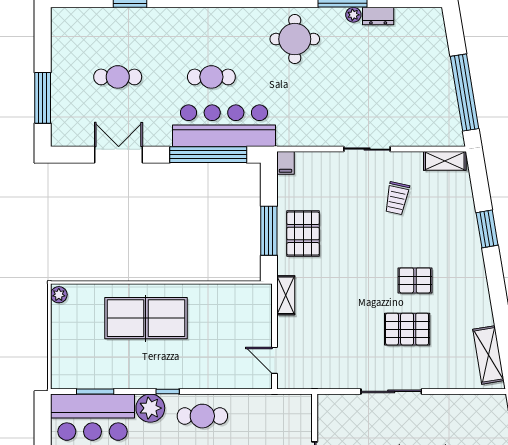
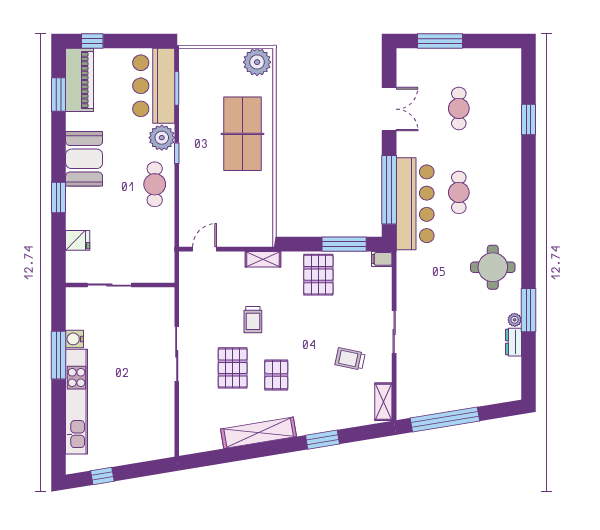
window: (269, 231) -> (344, 244), moved
pallet: (303, 234) -> (318, 275), turned 90
plant: (59, 295) -> (257, 62), width x1.88, depth x1.88
trolley: (353, 306) -> (253, 320), added
shelving: (488, 355) -> (259, 433), moved, width x1.47

